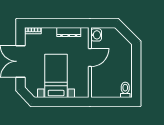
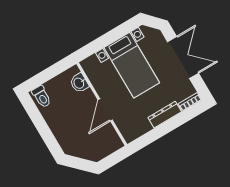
dresser: (69, 32) -> (165, 115), moved
washbasin: (96, 35) -> (79, 83), moved

